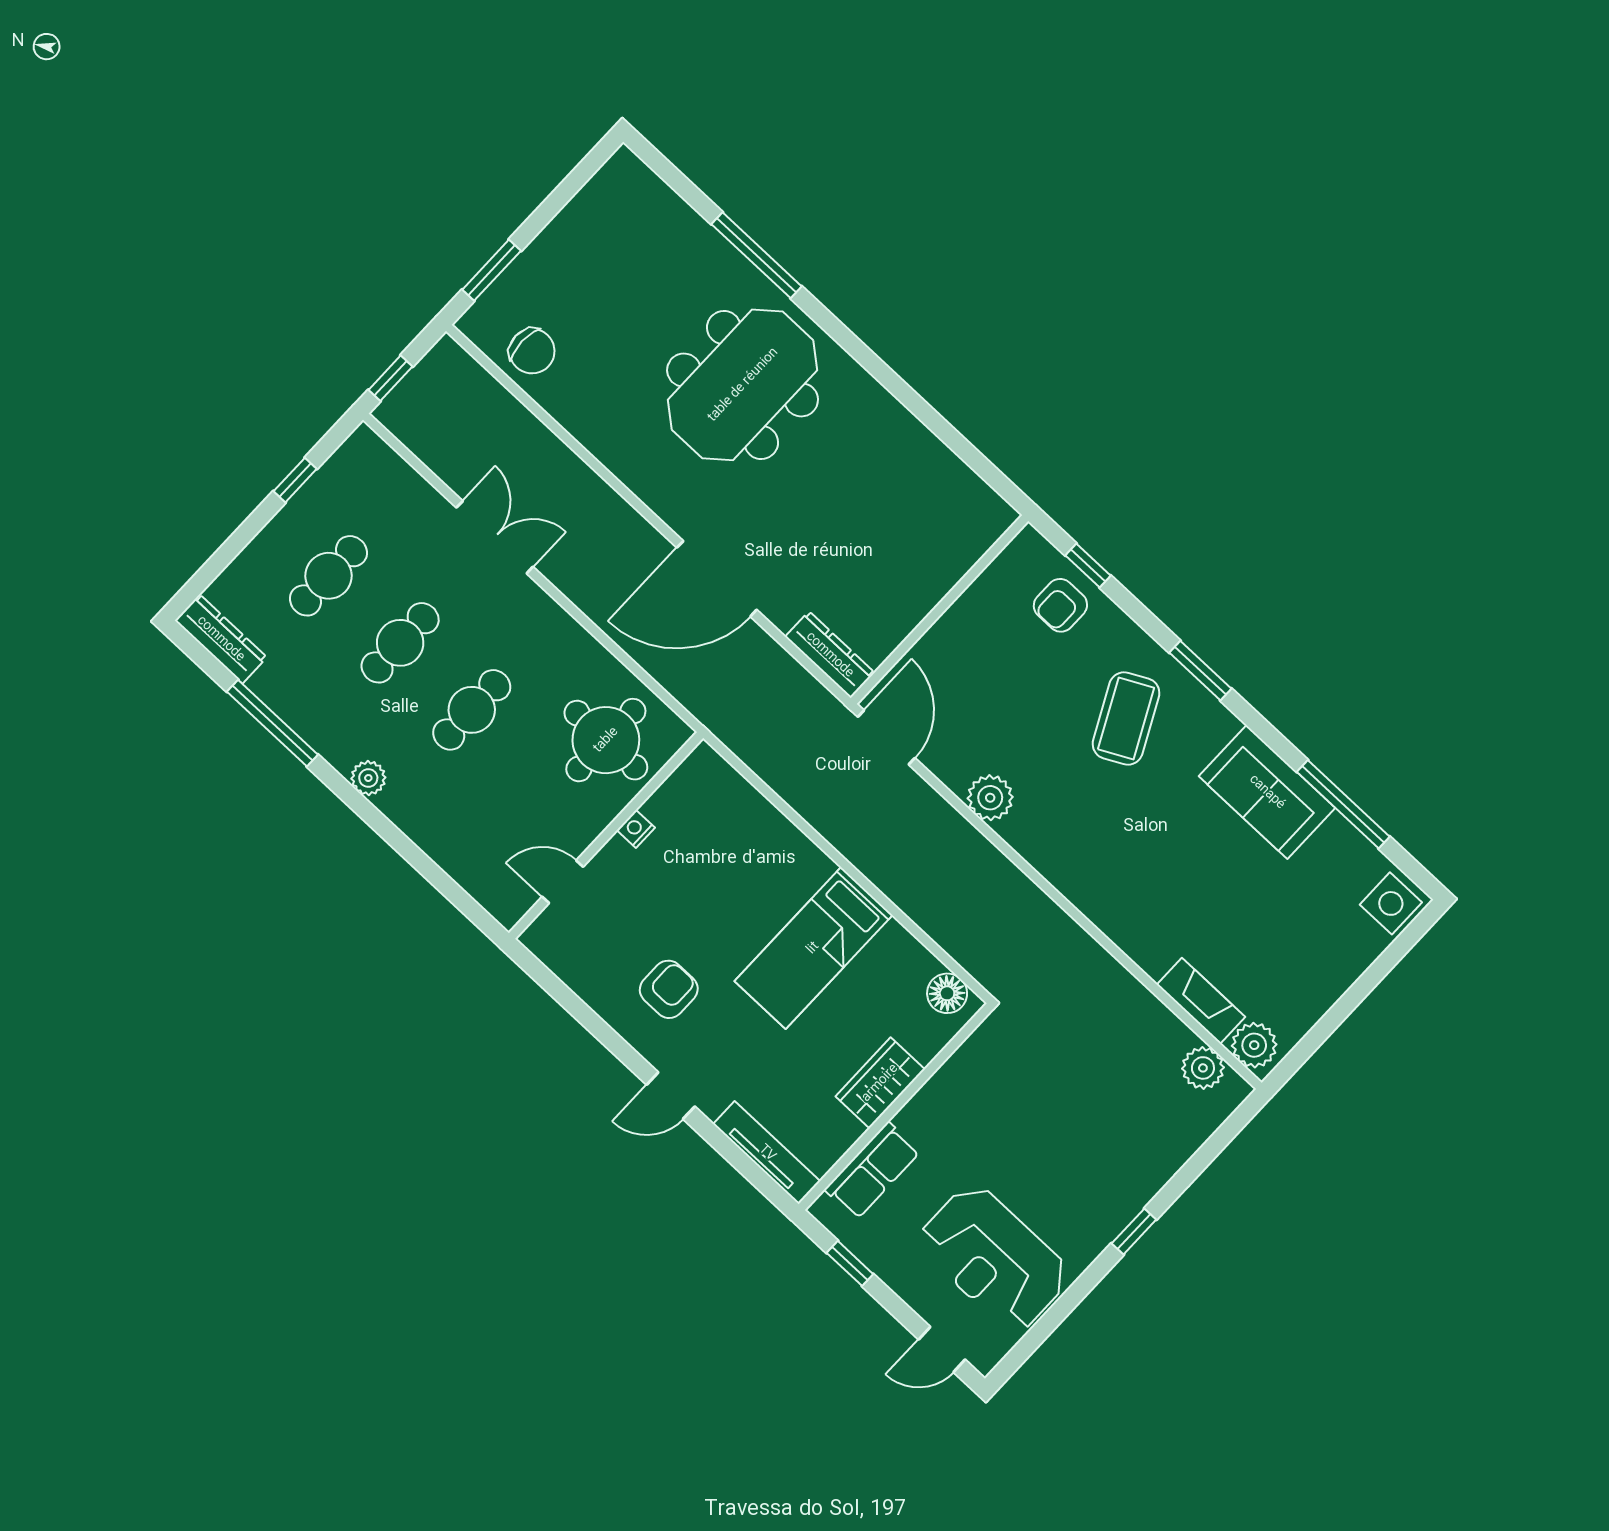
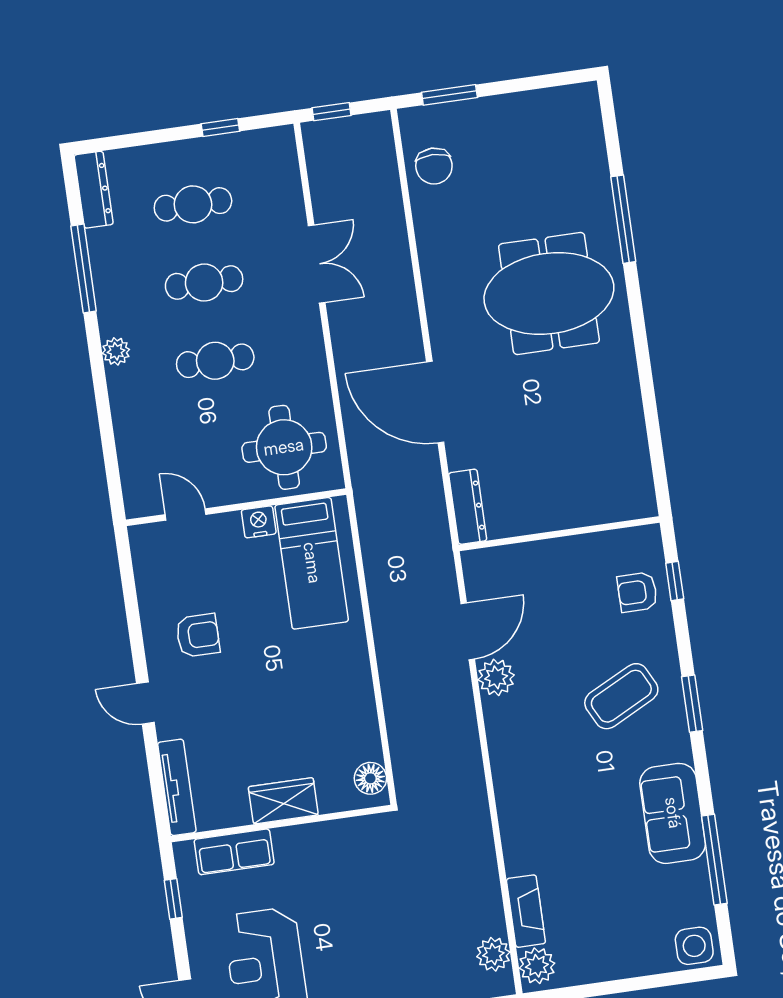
door: (886, 737) -> (468, 631), moved
nightstand: (636, 829) -> (259, 522), width x1.39, depth x1.35
bed: (813, 948) -> (312, 563), moved, turned -90

